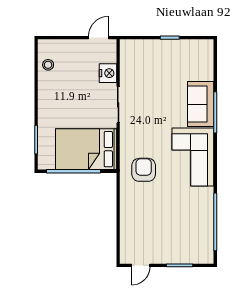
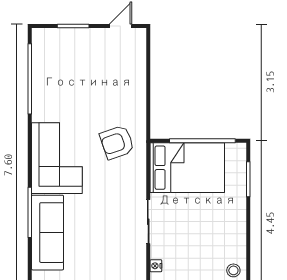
nightstand: (108, 73) -> (156, 266), width x0.53, depth x0.56
sofa: (201, 104) -> (47, 233), width x1.36
armchair: (144, 170) -> (117, 142), turned 71

